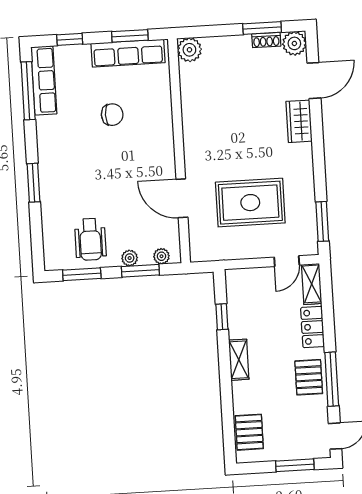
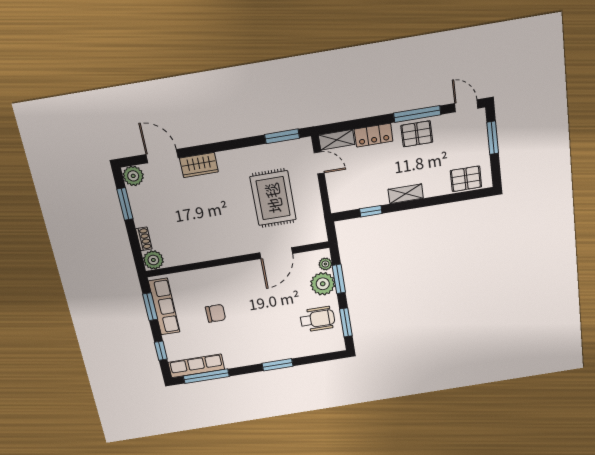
shoe rack: (266, 40) -> (144, 239), moved
chair: (112, 115) -> (216, 313), turned 90
plant: (130, 258) -> (323, 284), width x1.88, depth x1.88

